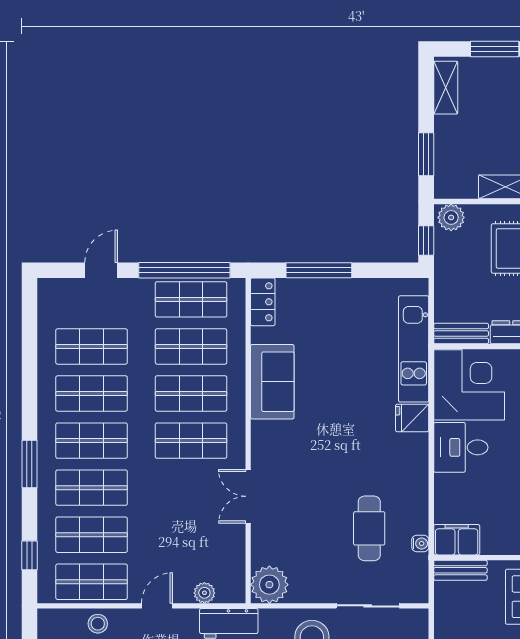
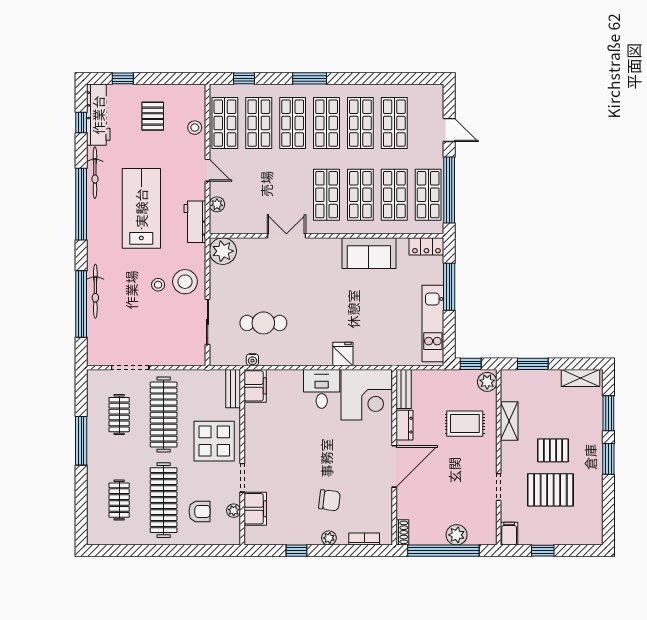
kitchen unit: (414, 349) -> (433, 324), moved, turned -90

